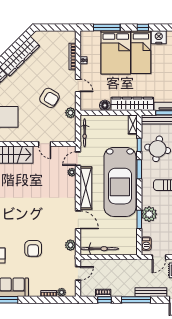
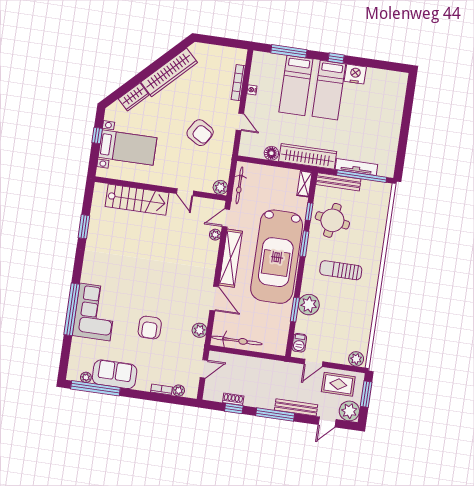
bed: (116, 52) -> (296, 86), width x0.67
plant: (71, 113) -> (220, 187), moved

